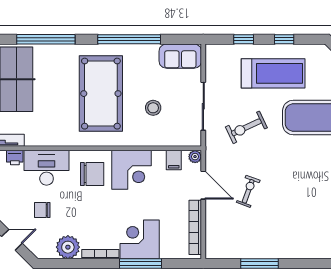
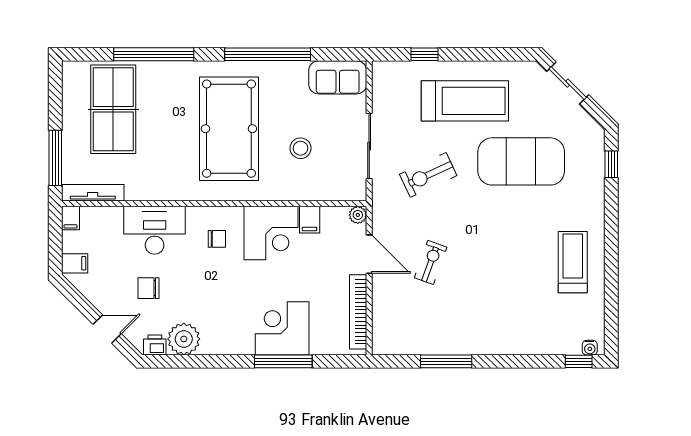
window: (284, 39) -> (480, 54), removed
printer: (15, 158) -> (155, 345), moved, turned 180
filing cabinet: (174, 160) -> (310, 220), moved
chair: (92, 174) -> (217, 239), width x0.54, depth x0.54
bookcase: (100, 254) -> (228, 349), removed

